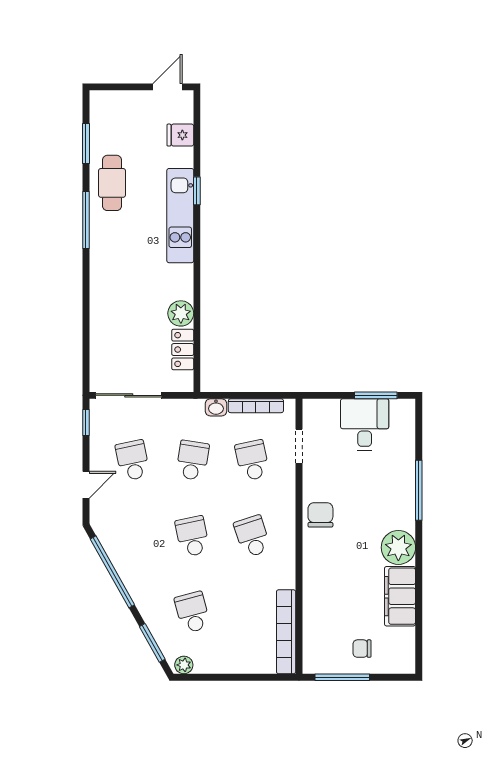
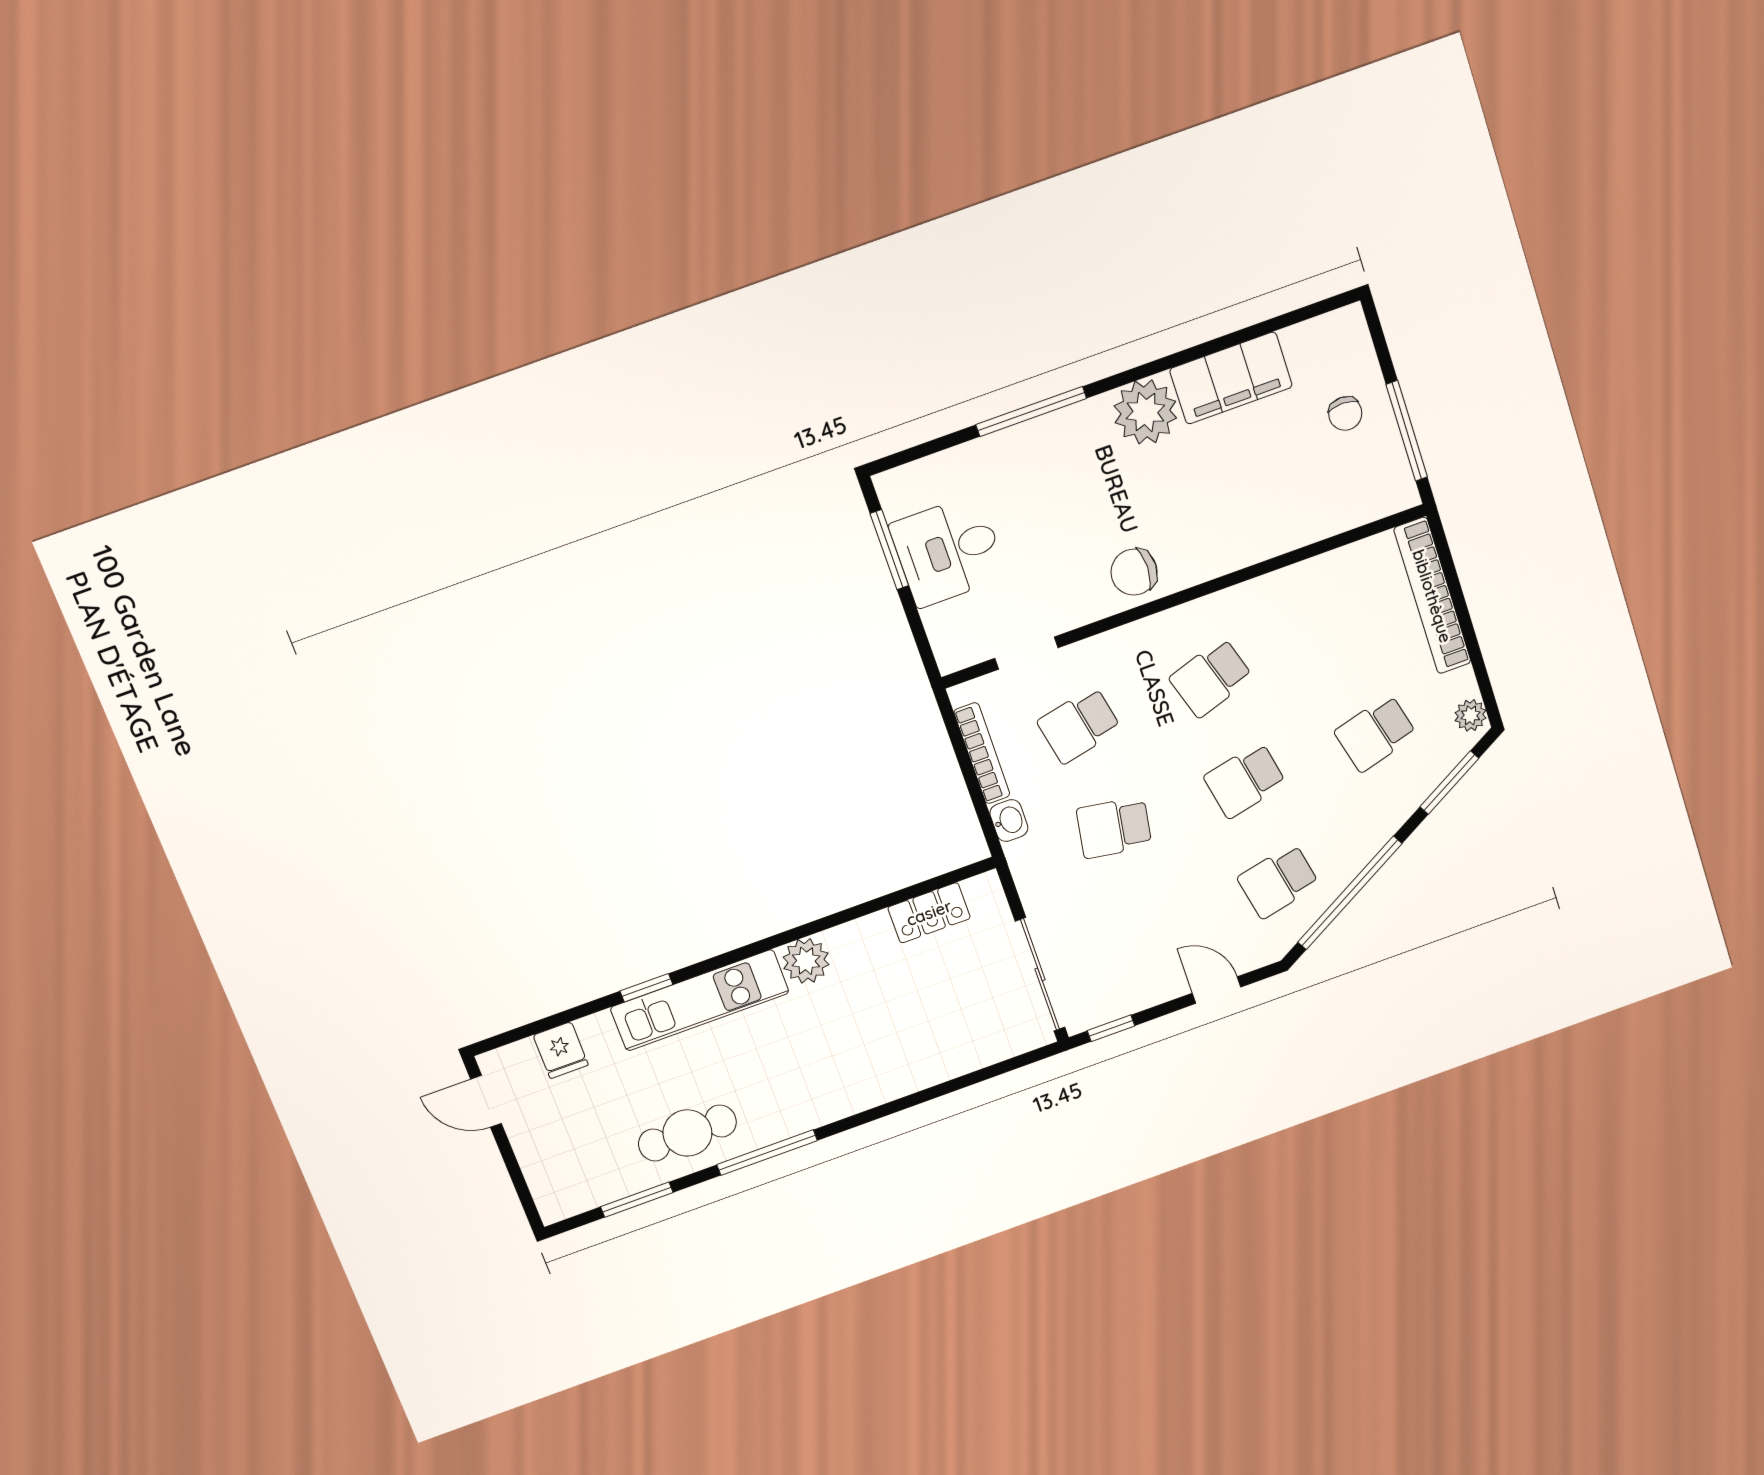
plant: (181, 313) -> (806, 961), moved
school desk: (133, 460) -> (1278, 881), moved
bookcase: (286, 632) -> (1432, 596), moved, turned 90

